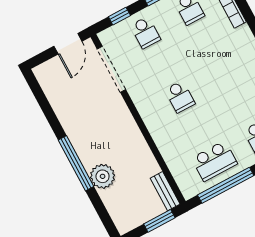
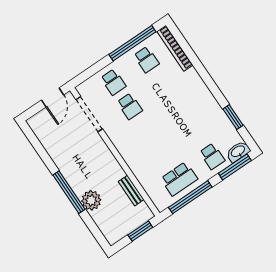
window: (119, 16) -> (91, 71), removed
school desk: (180, 97) -> (130, 106), moved
bench: (165, 191) -> (131, 191), moved

